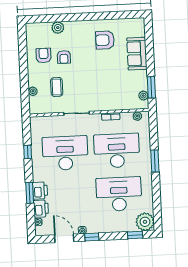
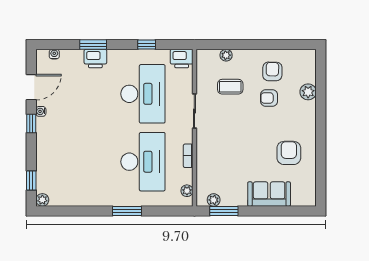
armchair: (44, 55) -> (272, 71), turned -89
desk: (119, 194) -> (86, 162), removed
printer: (41, 209) -> (182, 59), moved
plant: (145, 222) -> (42, 200), width x0.53, depth x0.53

